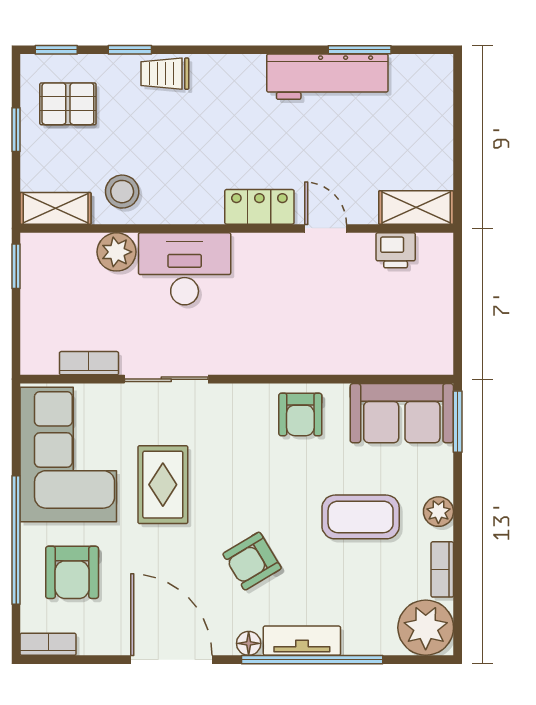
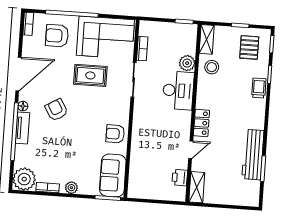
coffee table: (361, 517) -> (71, 156), removed

